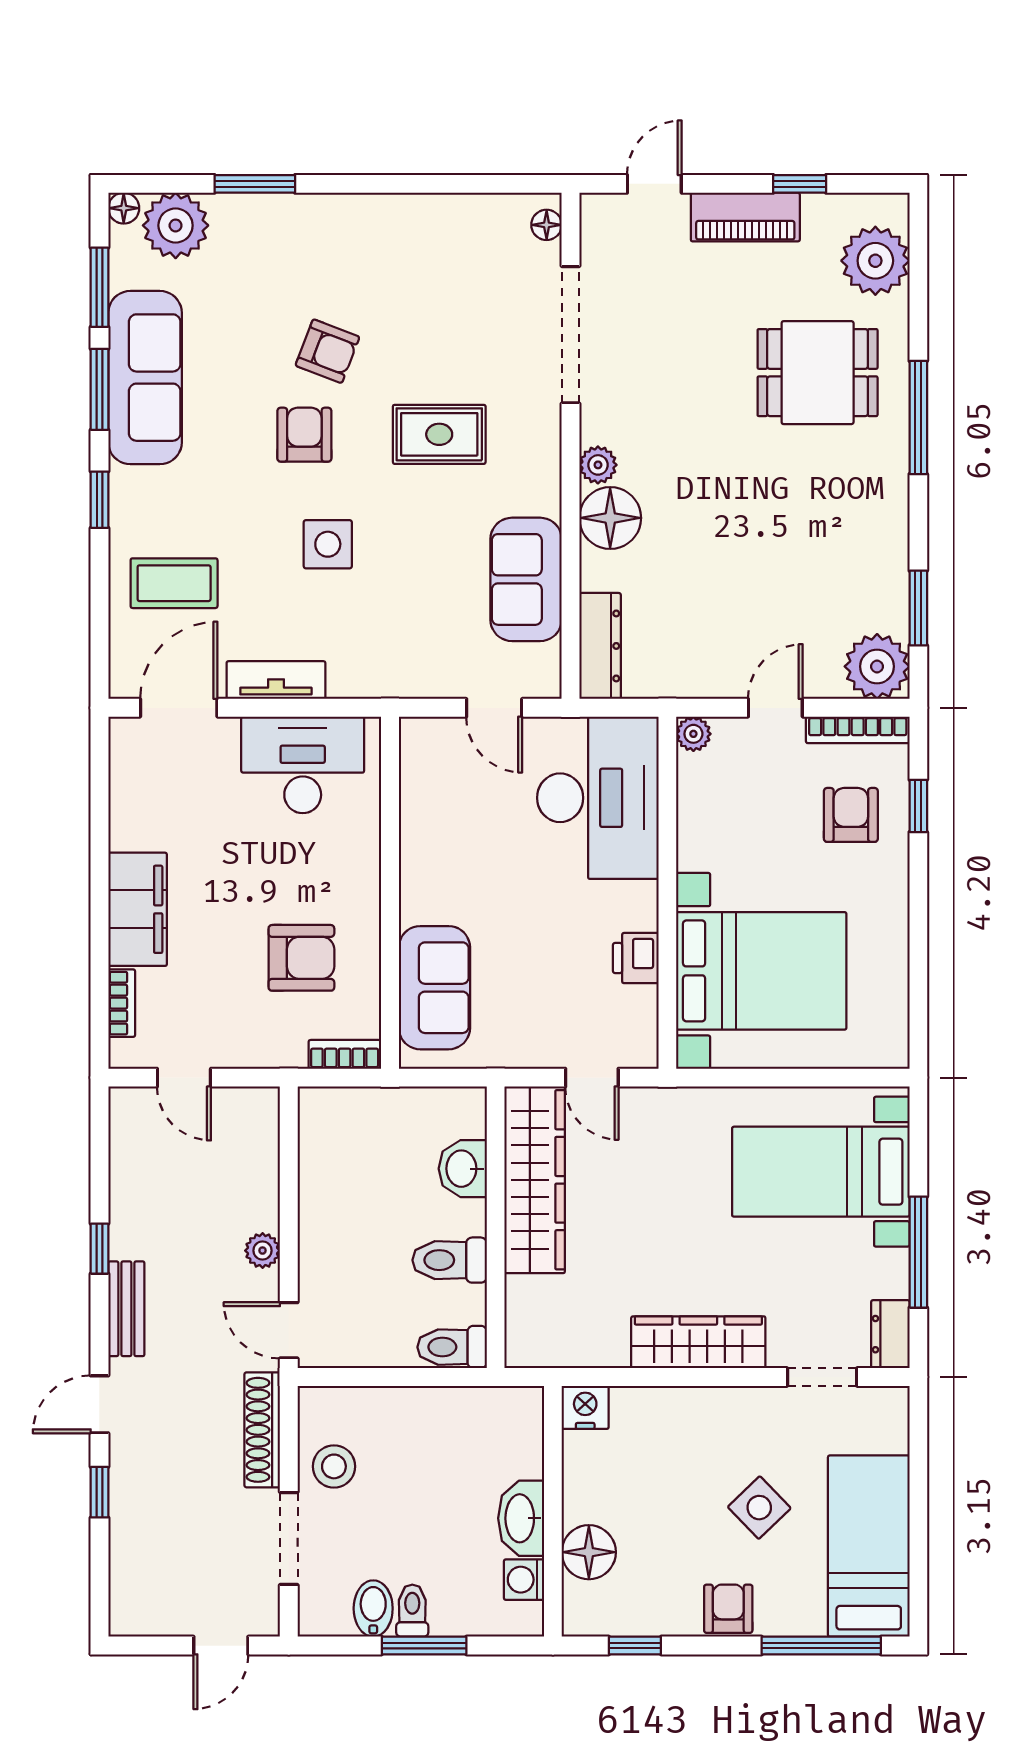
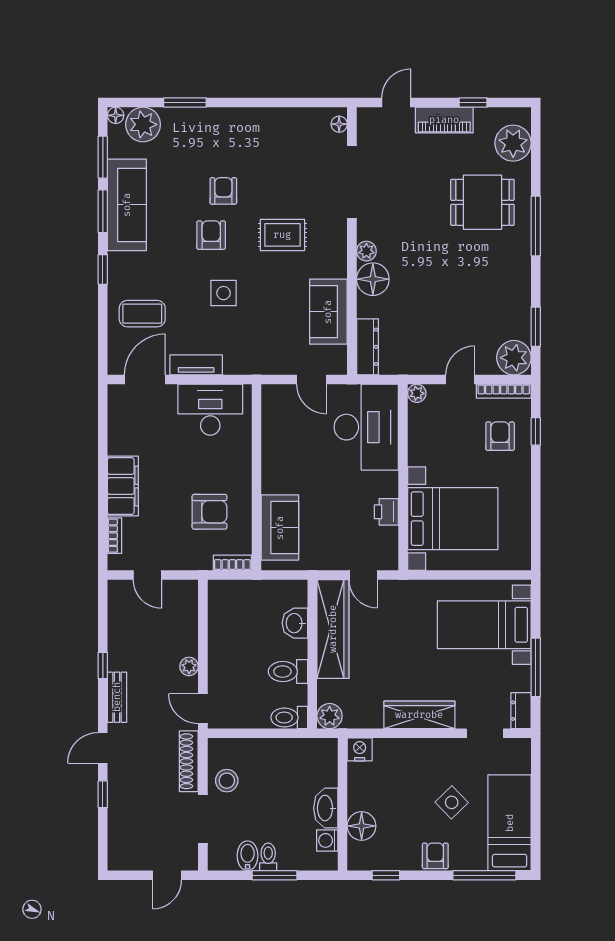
armchair: (327, 351) -> (223, 191), turned -111
plant: (528, 1344) -> (330, 716), added

